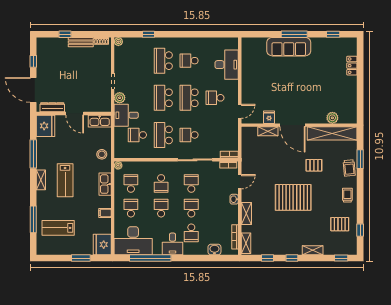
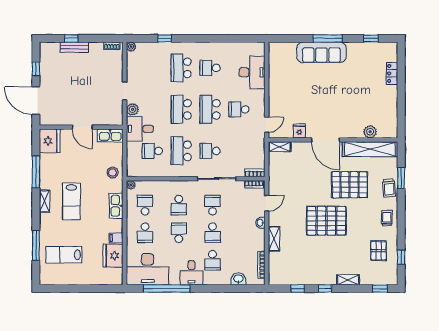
bench: (81, 42) -> (74, 47), moved
dresser: (52, 107) -> (57, 120), removed
shelving: (268, 131) -> (280, 147), moved
pallet: (314, 165) -> (350, 185), width x2.05, depth x2.00
school desk: (131, 208) -> (145, 233), turned 180
school desk: (191, 208) -> (212, 233), turned 180
pallet: (340, 224) -> (378, 251), turned 90
shelving: (246, 243) -> (274, 272), removed
fridge: (102, 245) -> (113, 256), moved
window: (81, 258) -> (89, 289), removed

